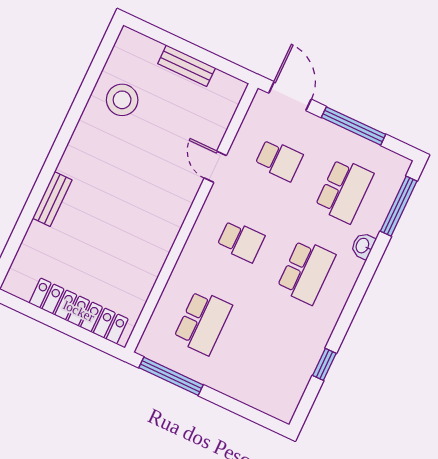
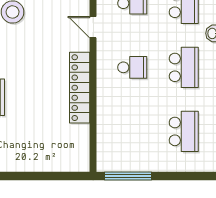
locker: (79, 311) -> (80, 88), moved, turned -90
school desk: (203, 322) -> (184, 131), moved

